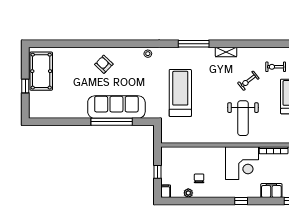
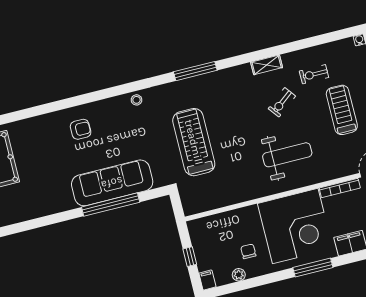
shelving: (226, 52) -> (267, 65), moved
armchair: (104, 64) -> (81, 129), turned 136
weight bench: (243, 118) -> (287, 155), turned -90
corner desk: (242, 163) -> (295, 226), width x1.36, depth x1.36
window: (241, 201) -> (313, 268), width x2.17

